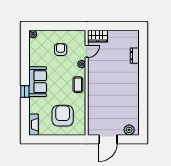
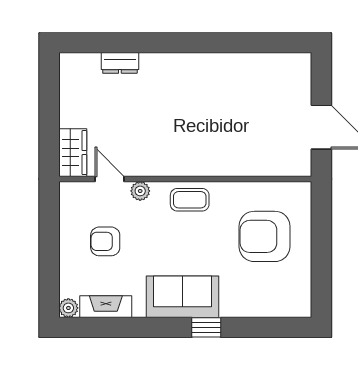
fireplace: (34, 125) -> (106, 307), moved
plant: (129, 130) -> (299, 76), removed

